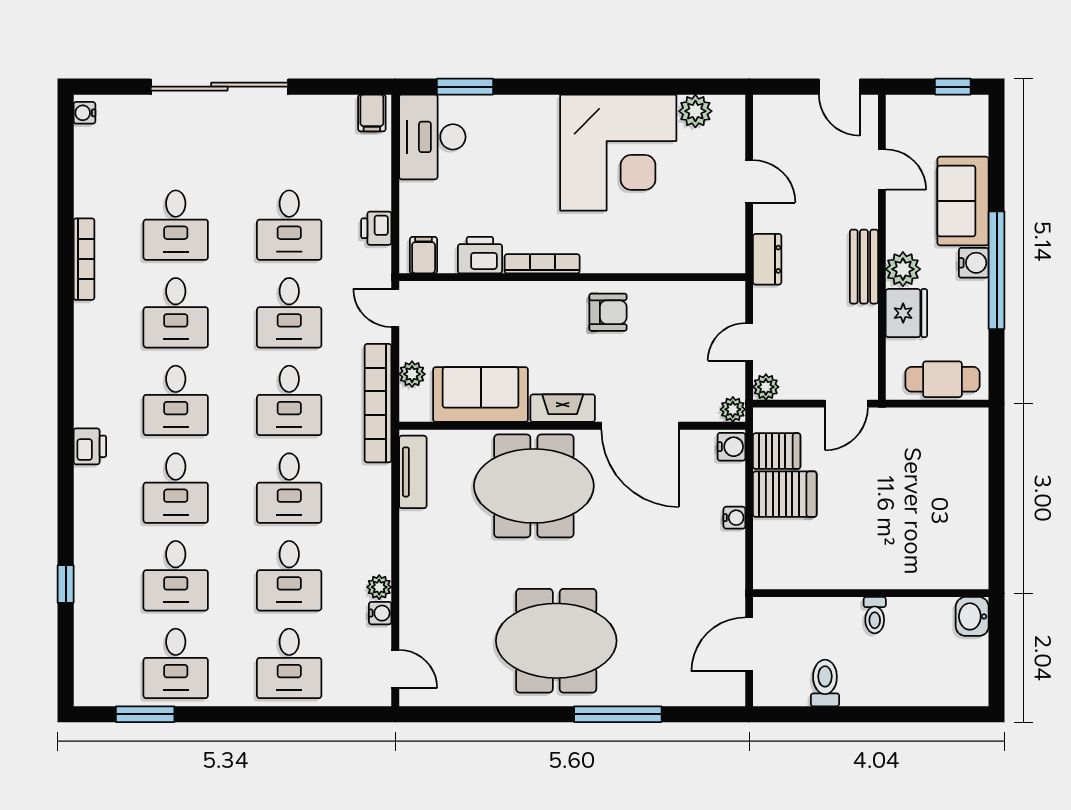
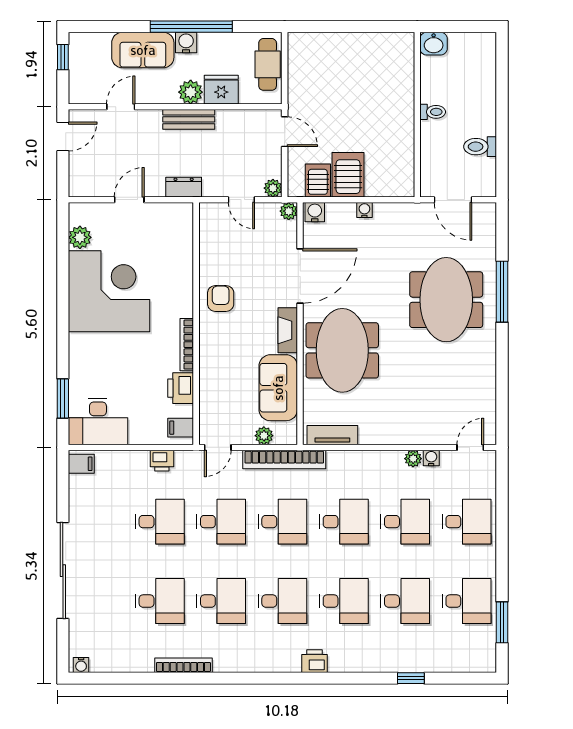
meeting table: (556, 641) -> (446, 300), moved

